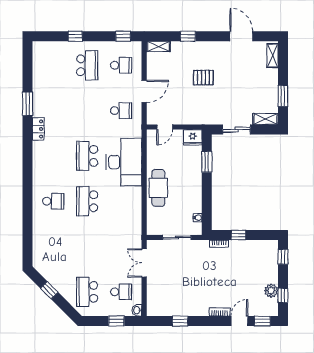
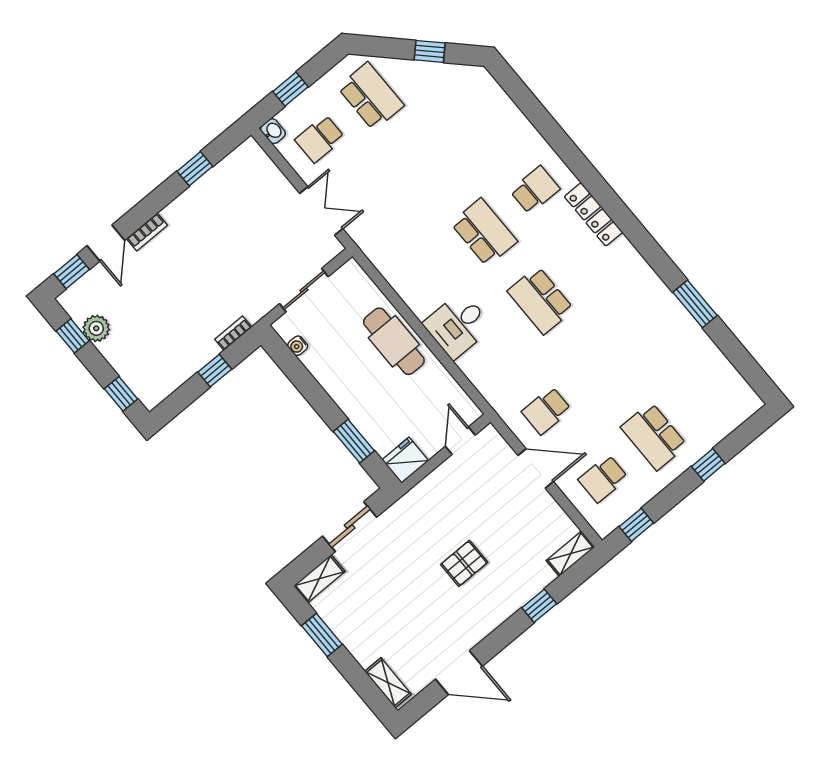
door: (144, 91) -> (536, 468), swing flipped
locker: (38, 129) -> (593, 214), moved, width x1.53
school desk: (87, 156) -> (541, 300), turned 180
desk: (124, 162) -> (458, 325), width x0.53, depth x0.77
school desk: (53, 201) -> (535, 190), turned 180

